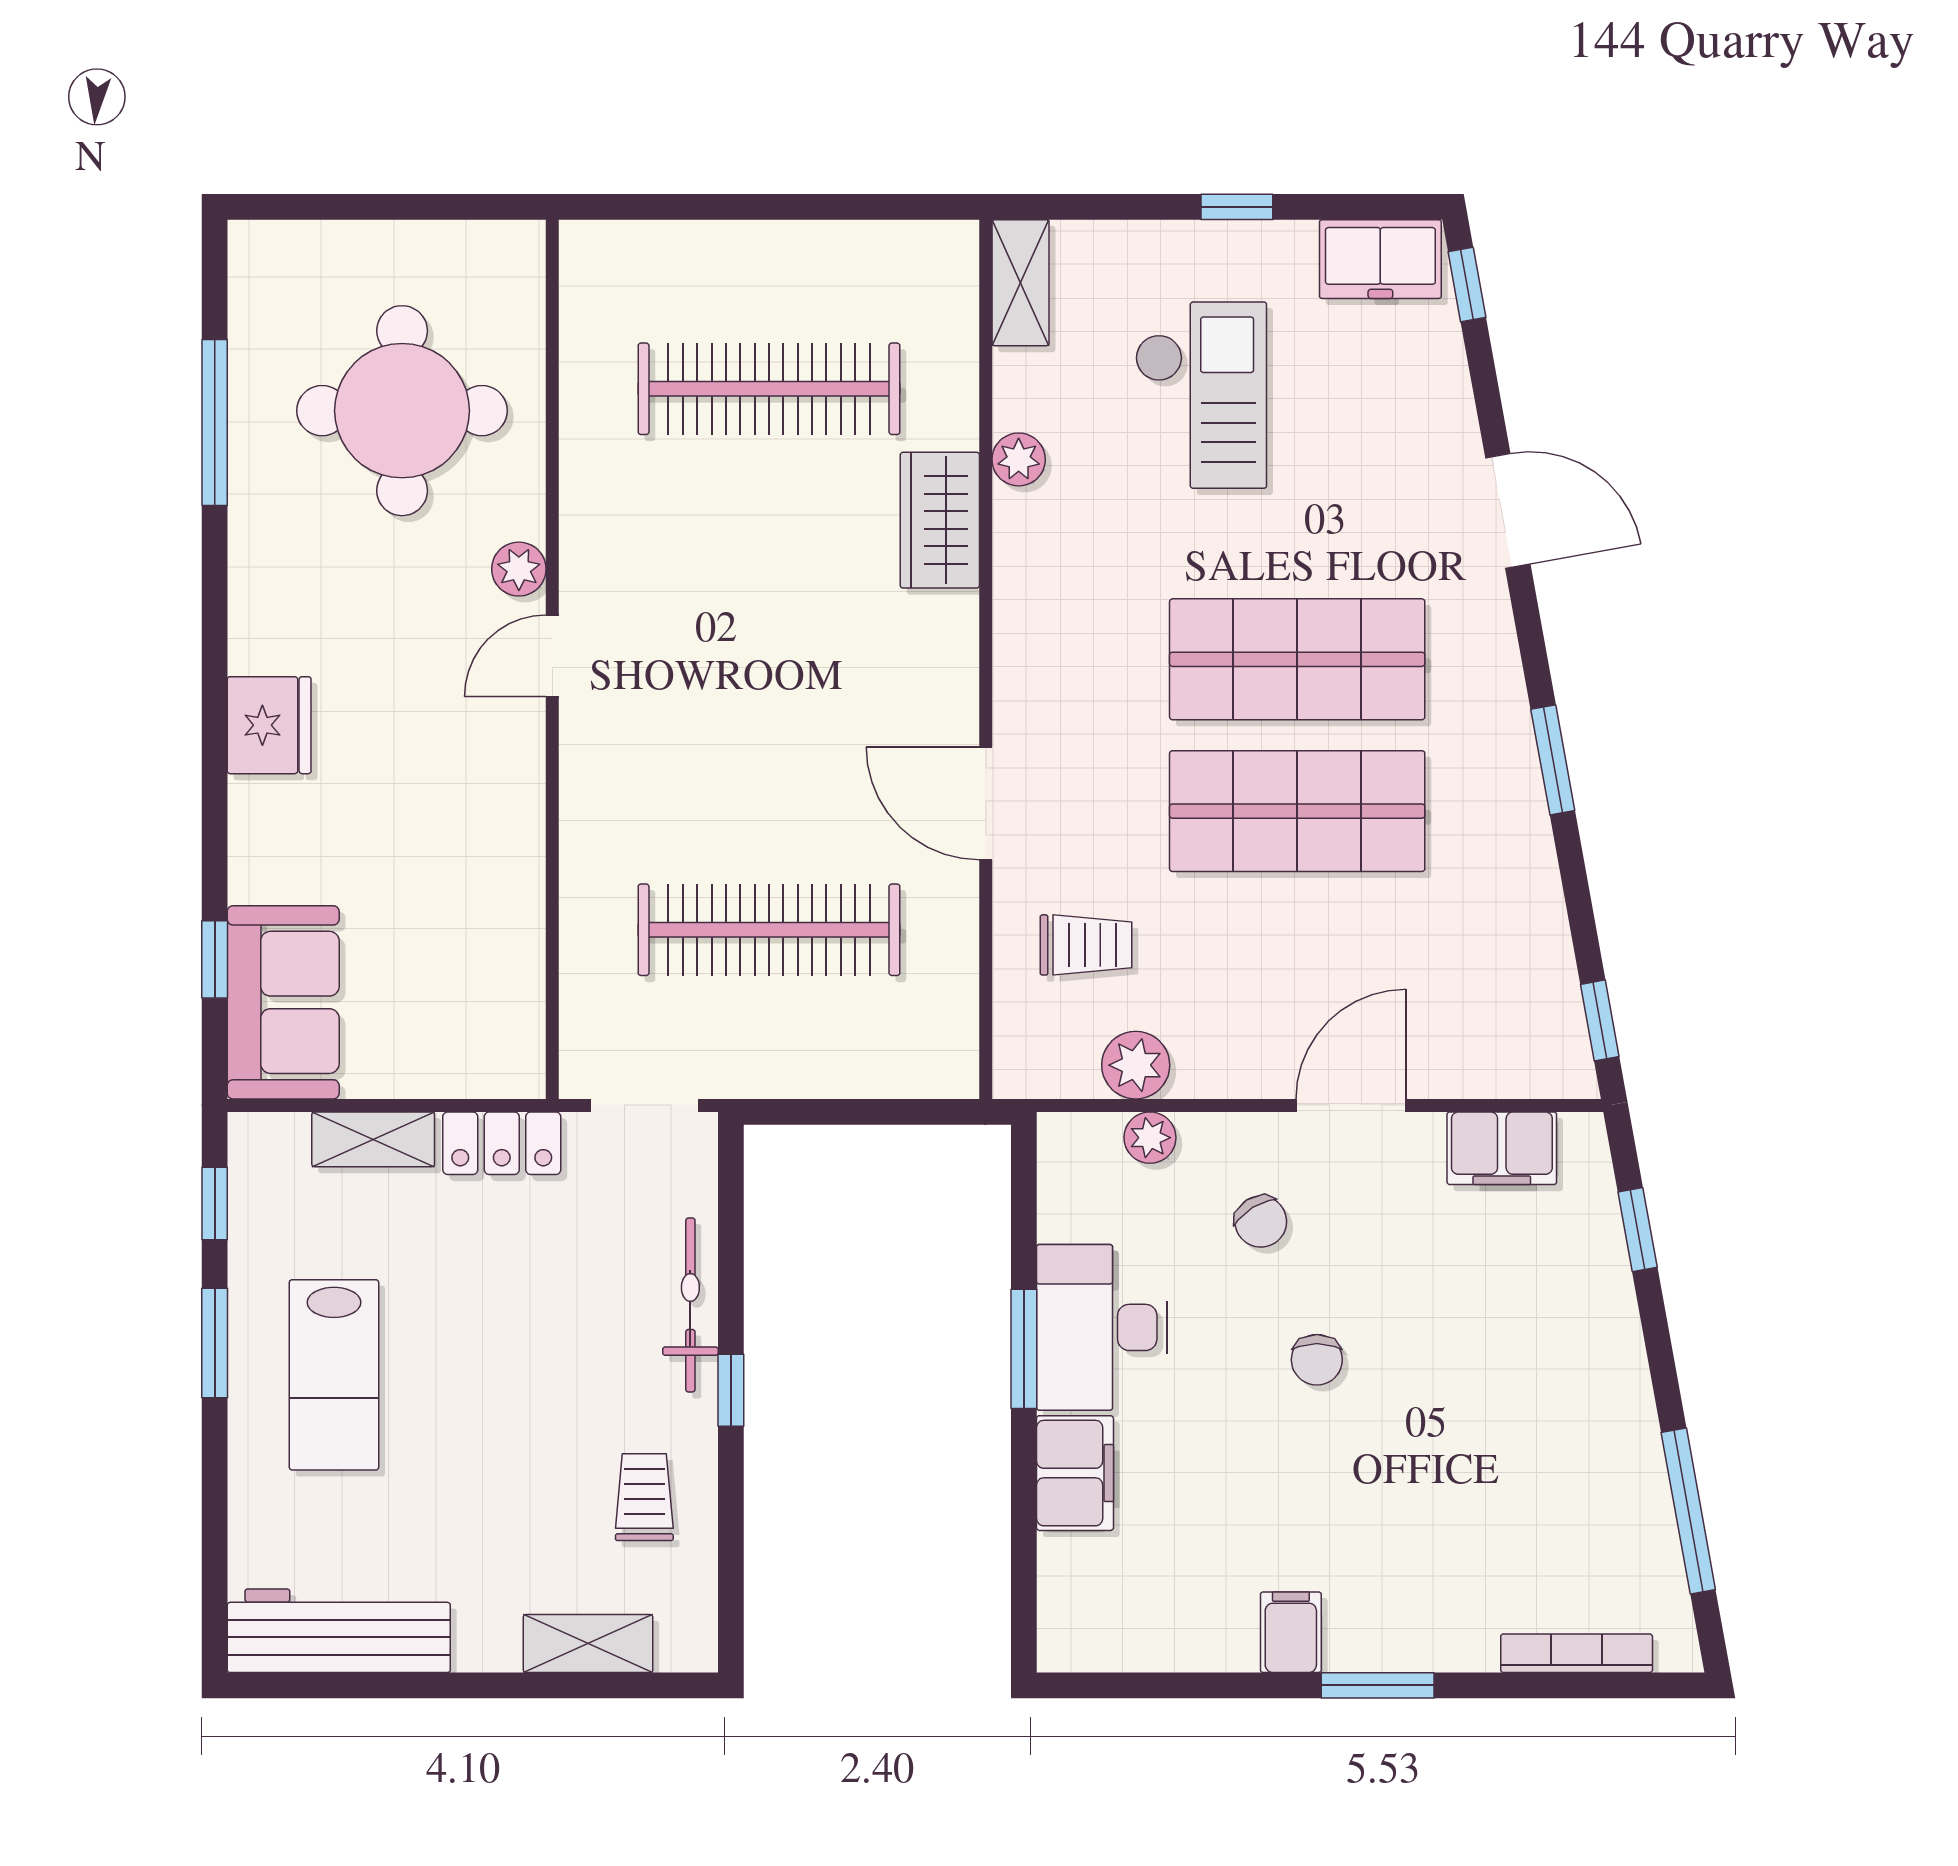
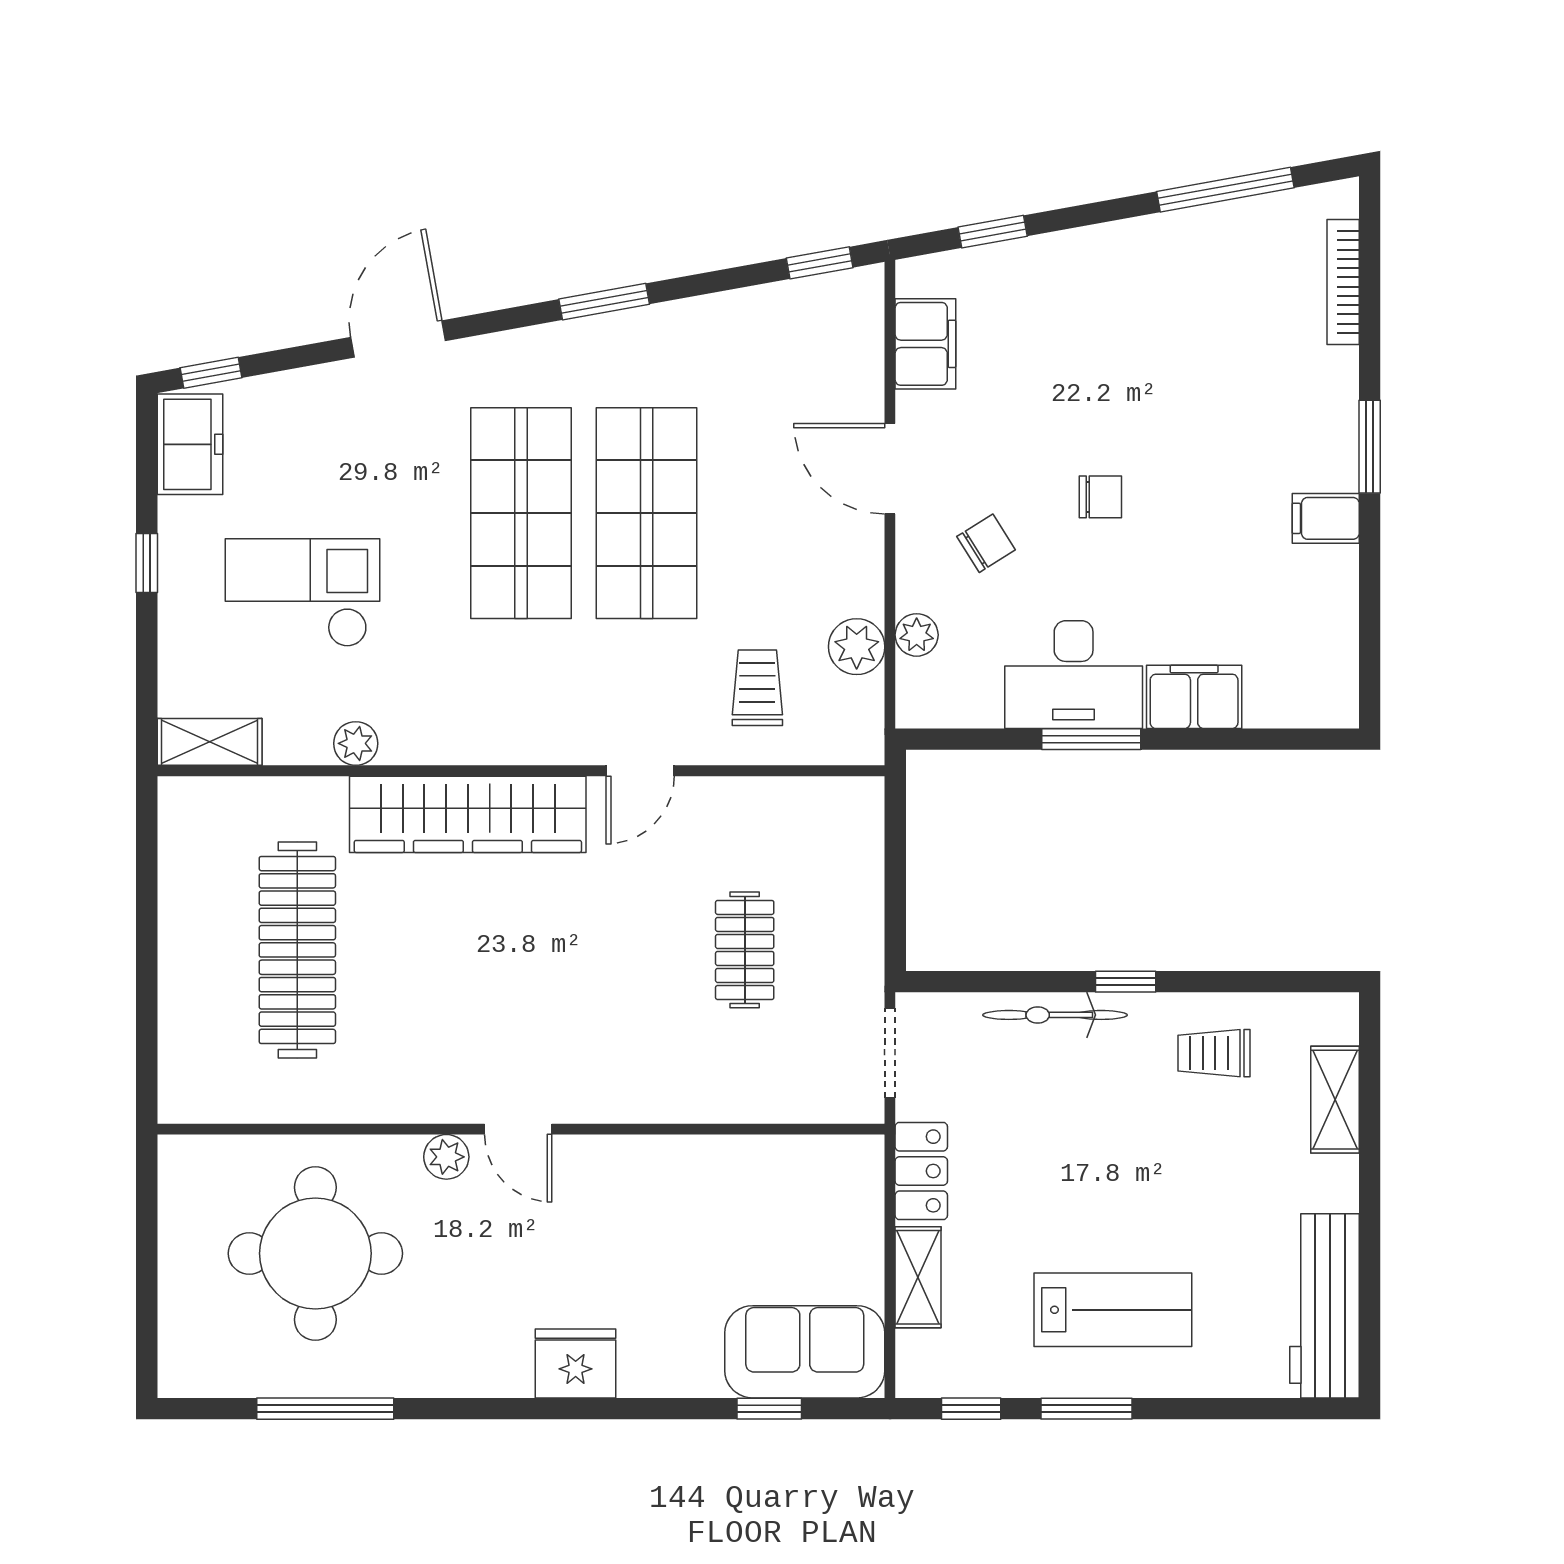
wardrobe: (940, 520) -> (468, 814), width x2.10, depth x1.17
door: (986, 803) -> (640, 771), width x0.73
clothes rail: (769, 930) -> (745, 950), width x0.54, depth x0.76

